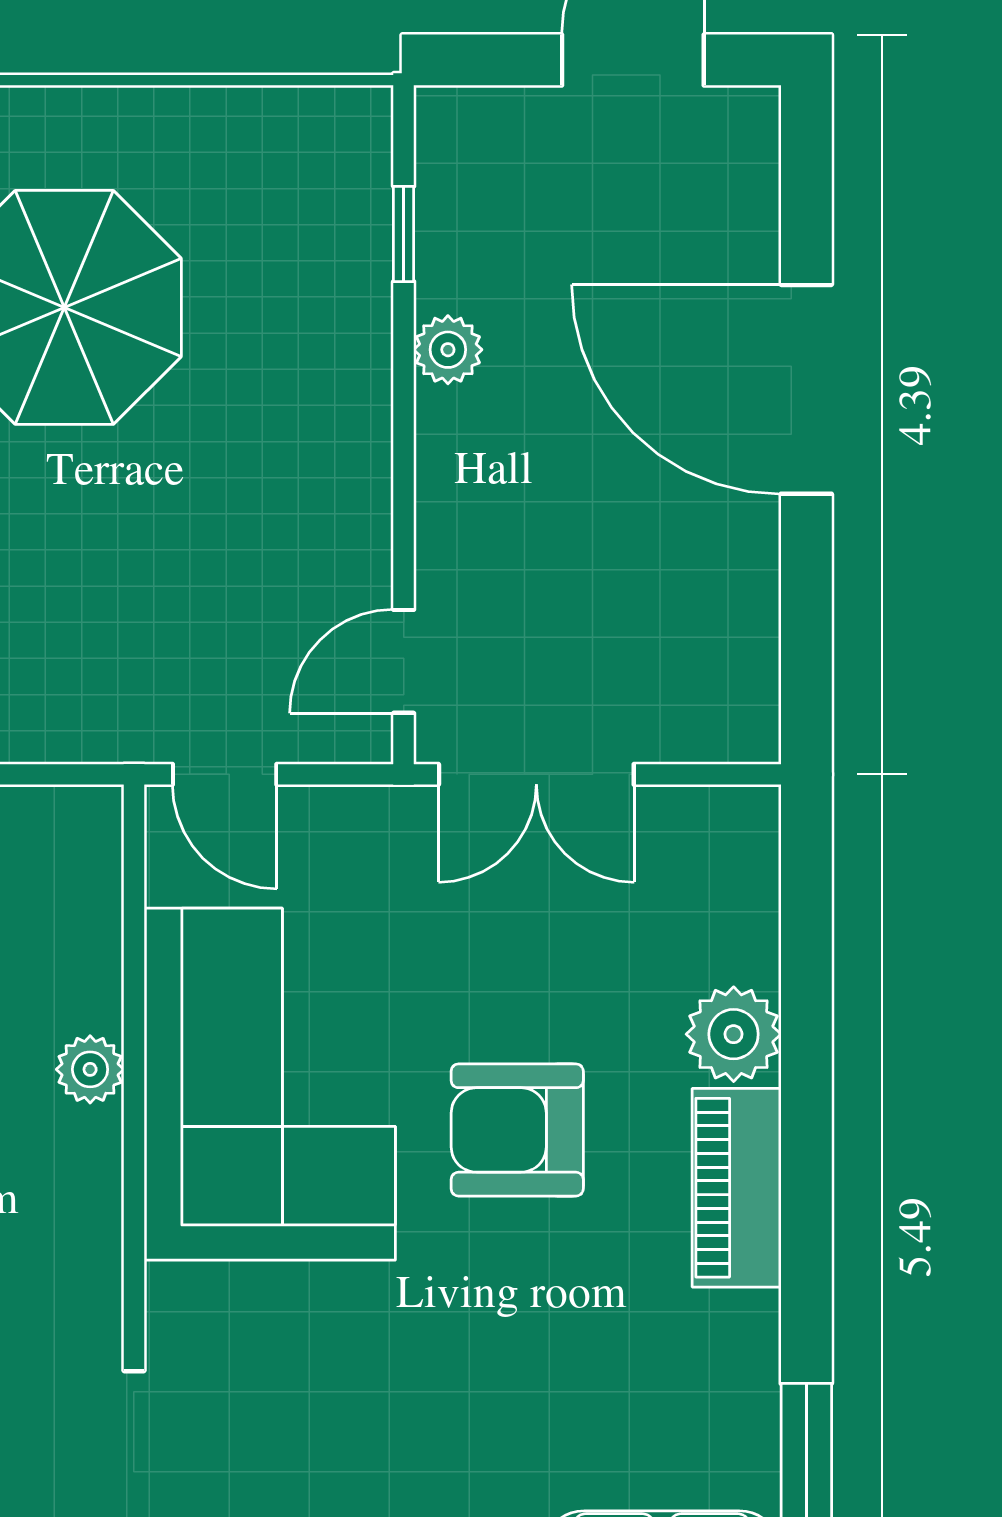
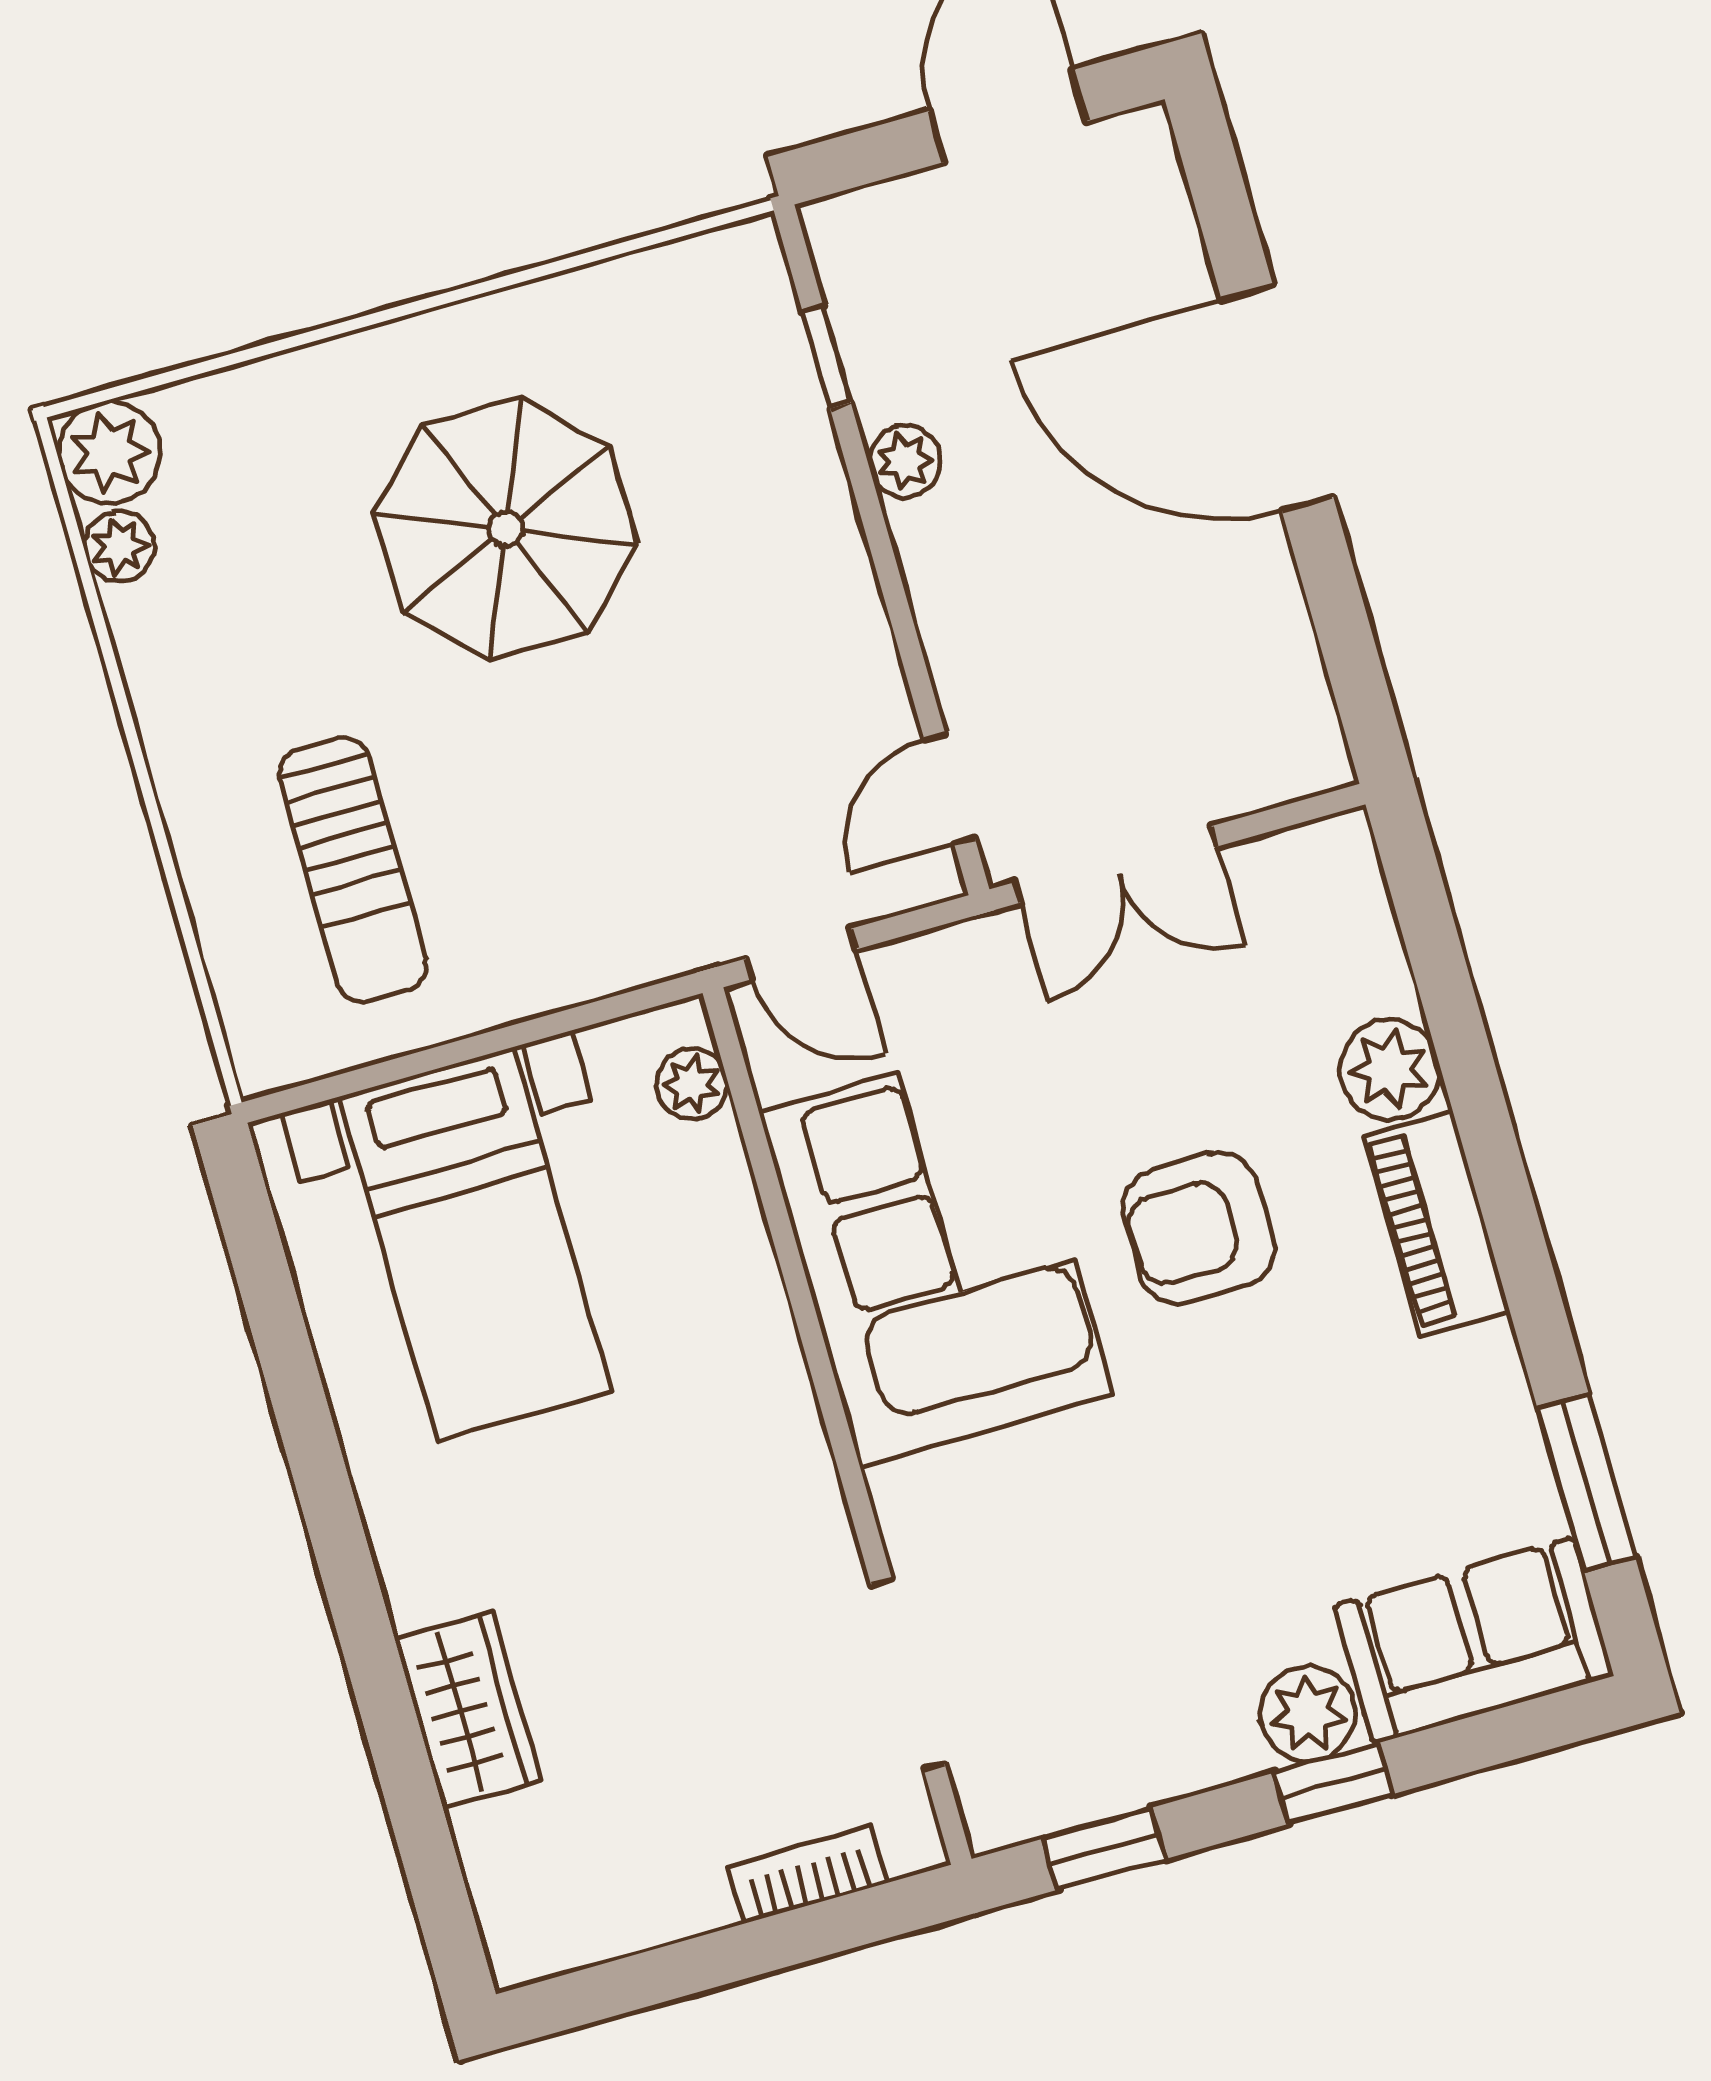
plant: (90, 1069) -> (692, 1084), moved

